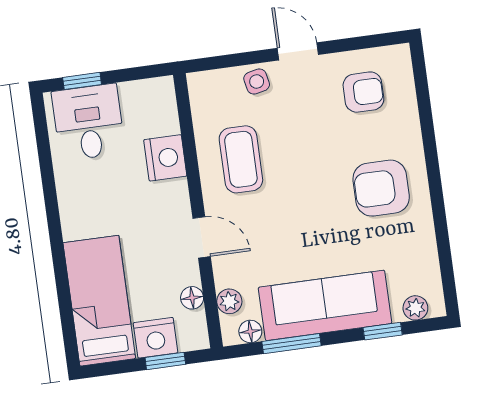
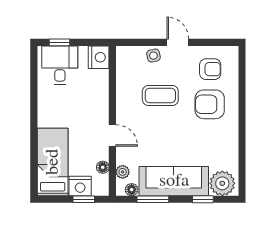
nightstand: (165, 158) -> (99, 57), moved
coffee table: (241, 159) -> (160, 95), moved, turned 90
armchair: (381, 188) -> (210, 104), moved
plant: (415, 308) -> (222, 183), width x1.87, depth x1.87

